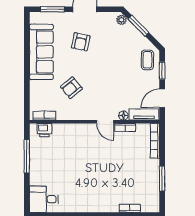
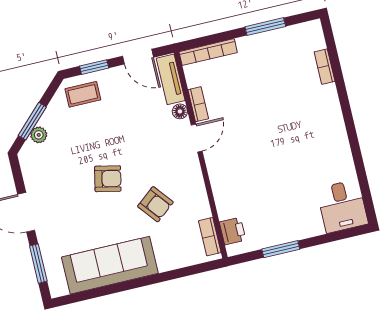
plant: (121, 20) -> (39, 135), moved
armchair: (81, 42) -> (108, 179), moved
window: (27, 156) -> (281, 249), width x0.69

